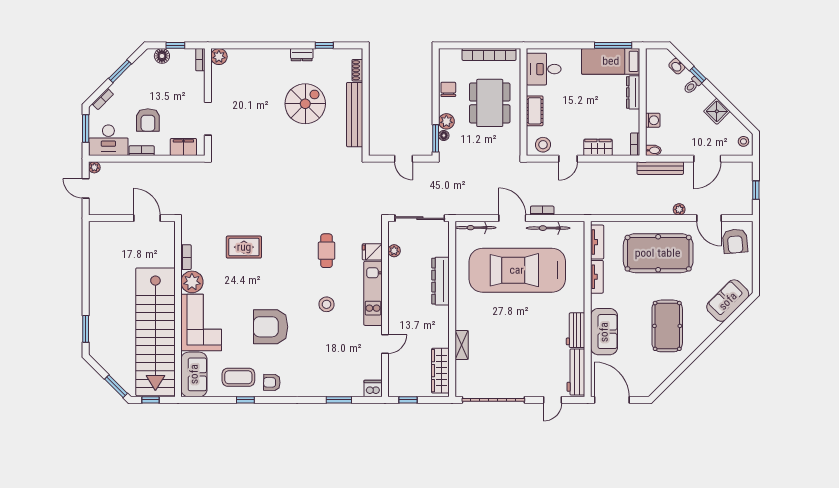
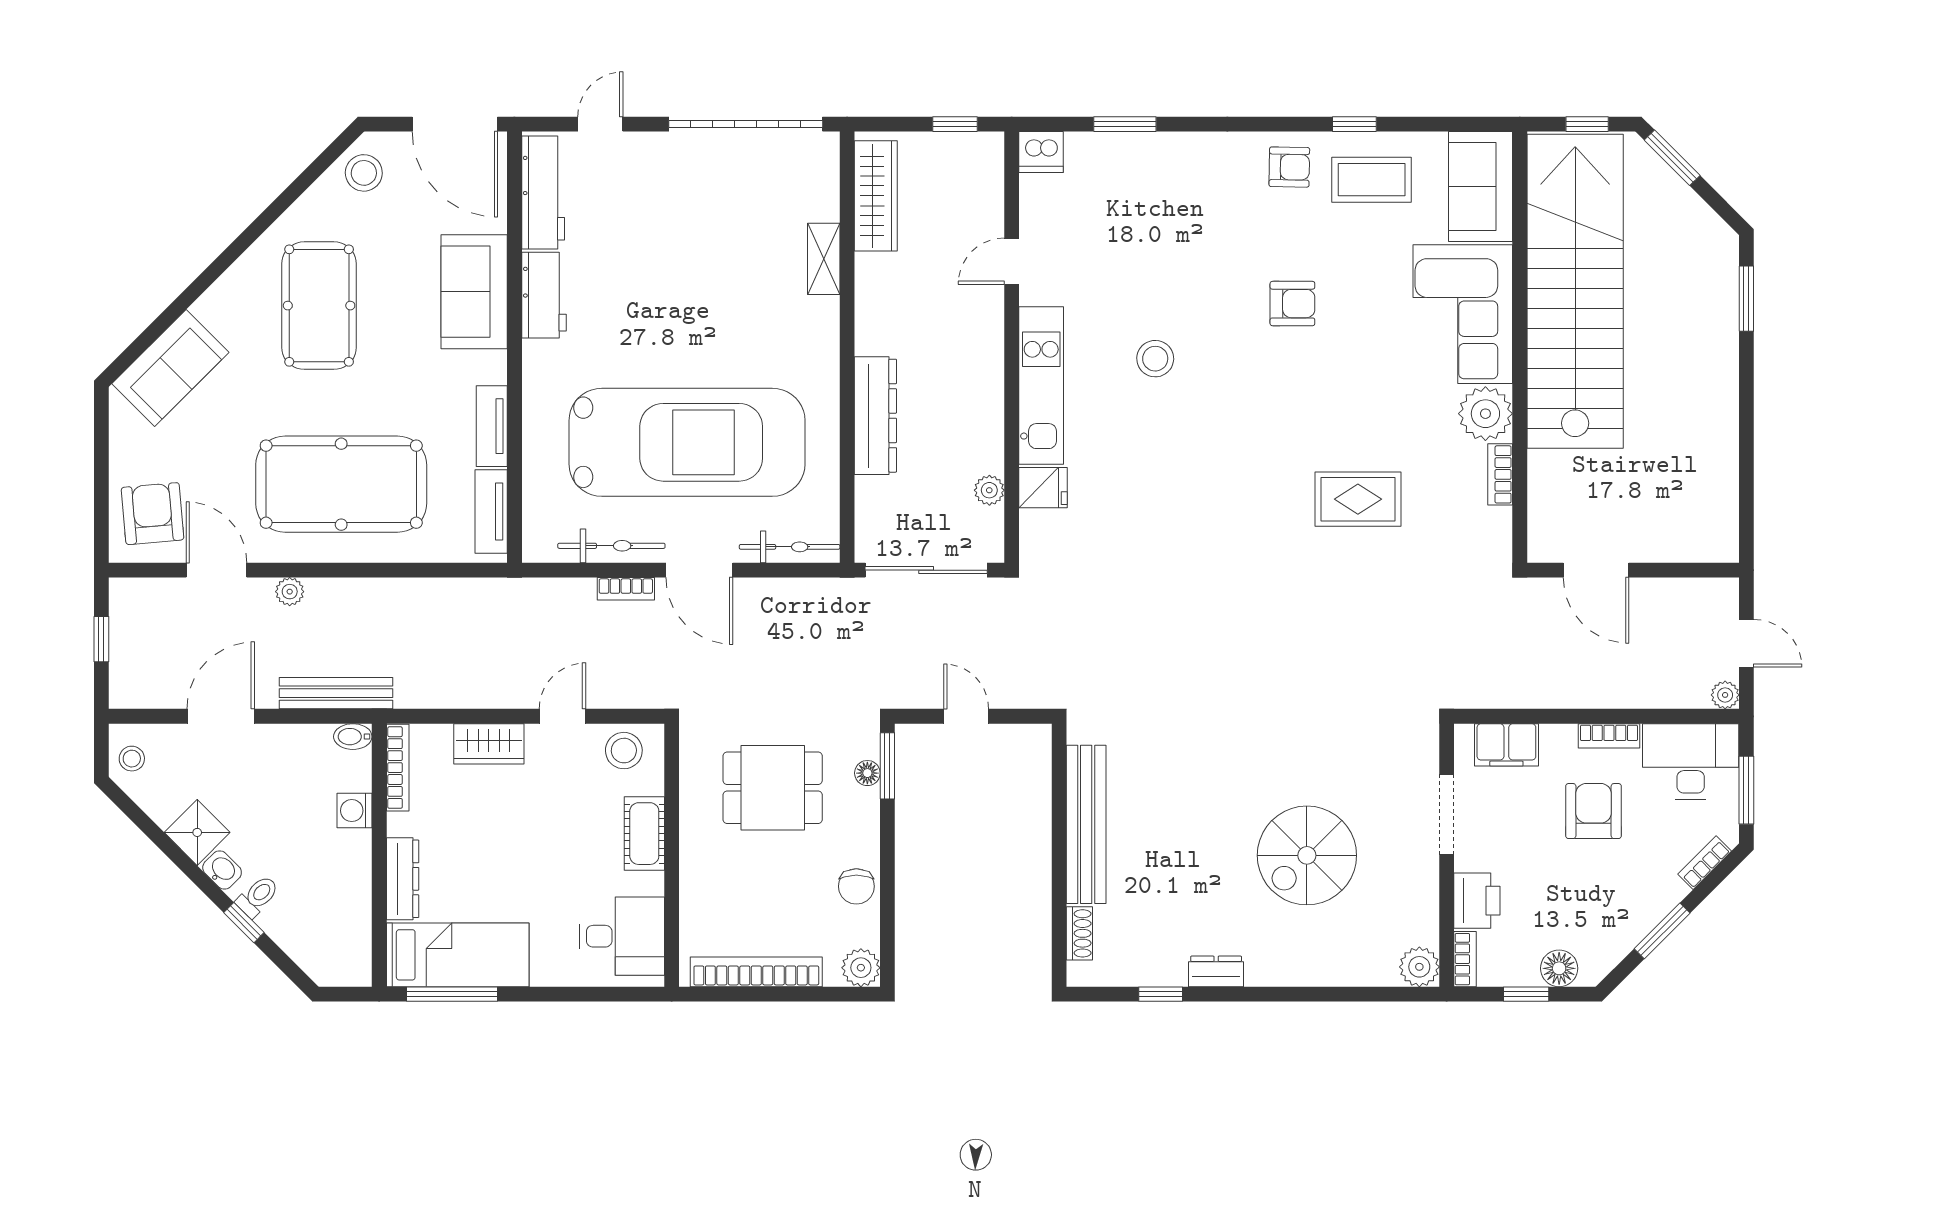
washbasin: (677, 66) -> (222, 870), moved
printer: (195, 84) -> (1477, 901), added
dining table: (490, 103) -> (773, 788), moved, width x0.73
spiral stairs: (305, 104) -> (1307, 855), moved
plant: (446, 121) -> (861, 968), moved
bookcase: (635, 144) -> (398, 768), width x1.56
cafe table: (326, 251) -> (1155, 490), removed
armchair: (271, 327) -> (1292, 304), width x0.53, depth x0.53
stool: (649, 380) -> (364, 173), added

